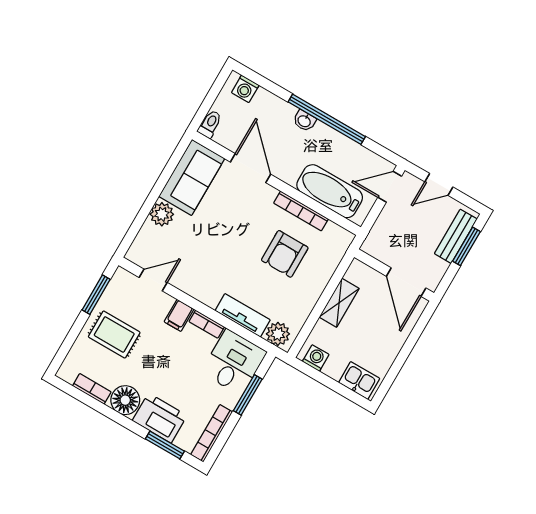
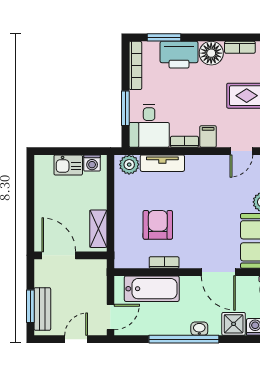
shower: (266, 105) -> (234, 324), added
bookcase: (301, 211) -> (164, 262), width x0.64
shelving: (339, 303) -> (98, 229), moved
kitchen sink: (359, 381) -> (68, 165), moved

